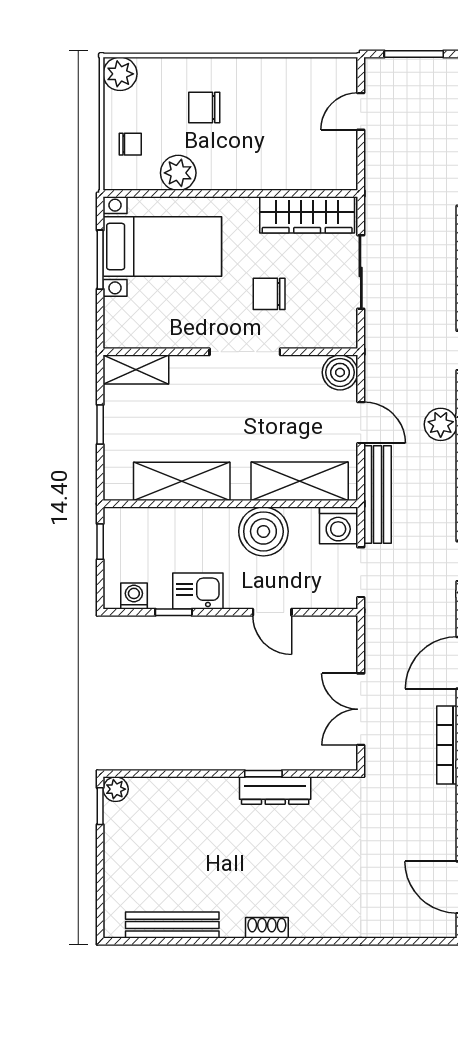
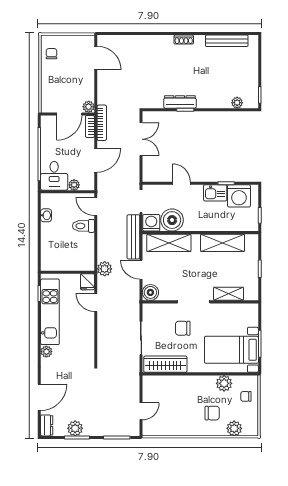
plant: (120, 74) -> (234, 428), moved
chair: (269, 294) -> (183, 328), turned 180
shelving: (136, 370) -> (229, 294), moved
boiler: (263, 531) -> (172, 220), moved
washing machine: (134, 596) -> (239, 196), width x1.89, depth x1.89
plant: (116, 789) -> (237, 103), moved

